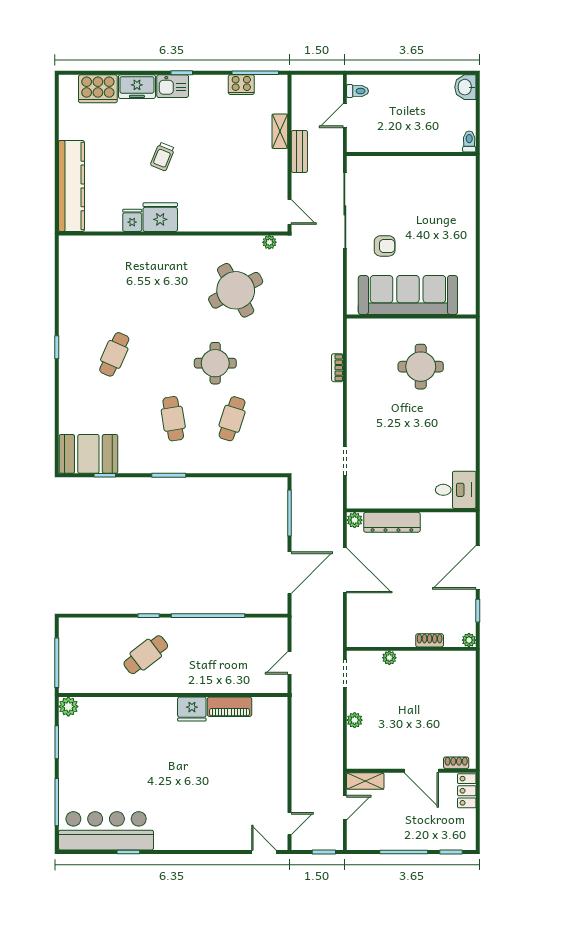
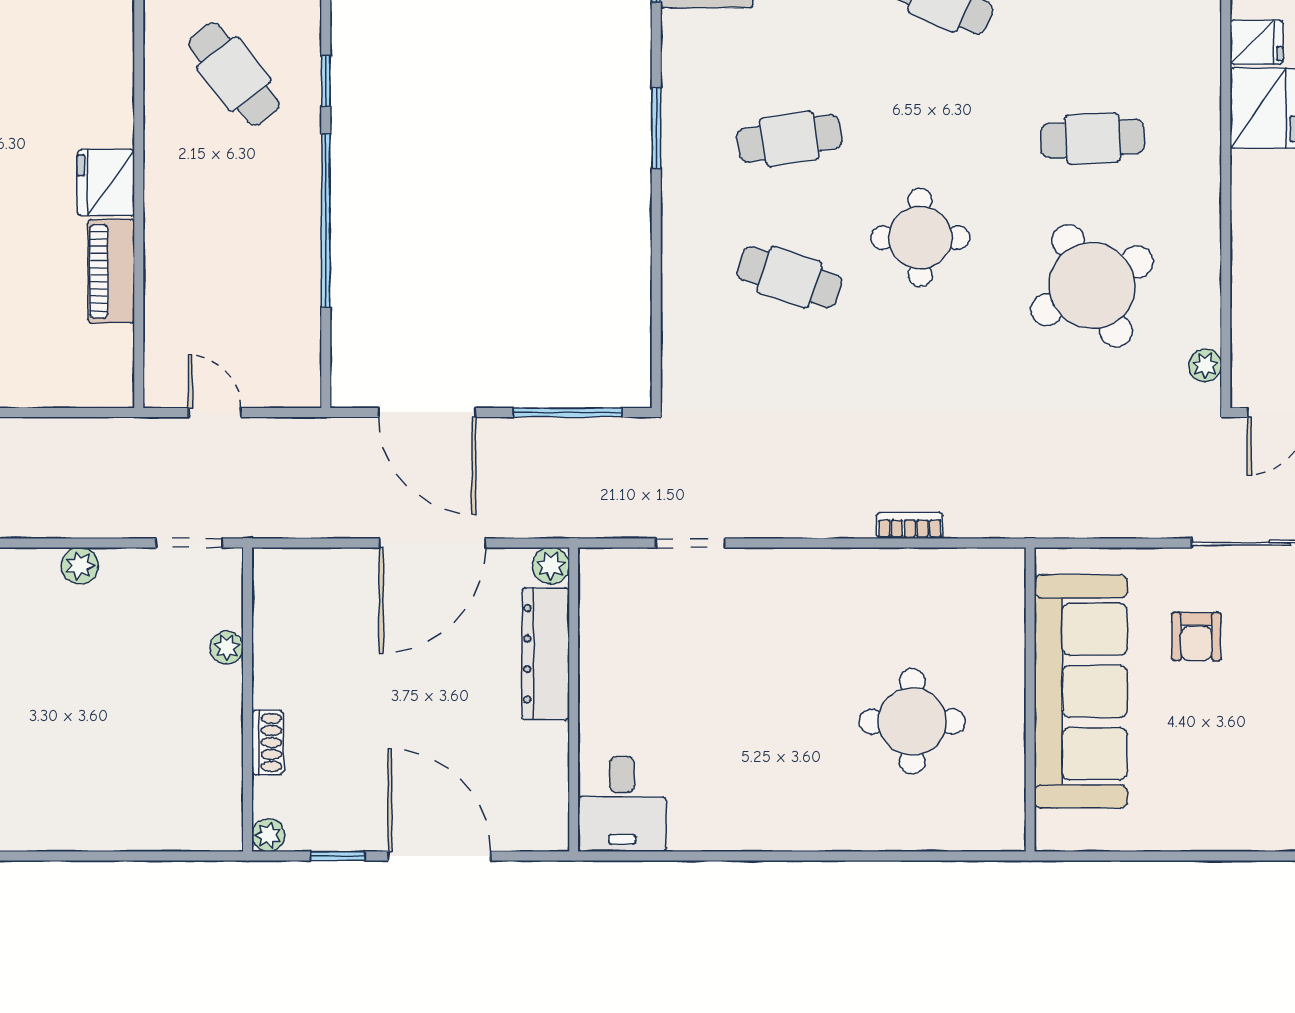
cafe table: (173, 290) -> (1093, 139), added

